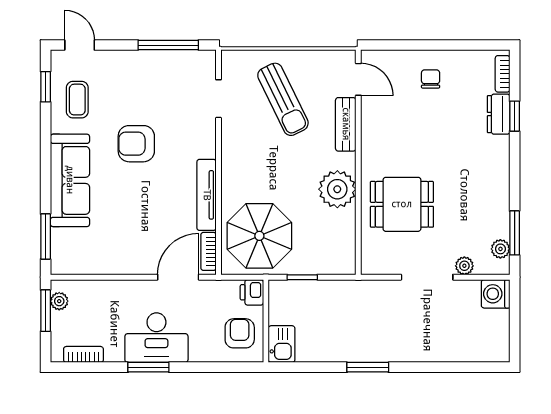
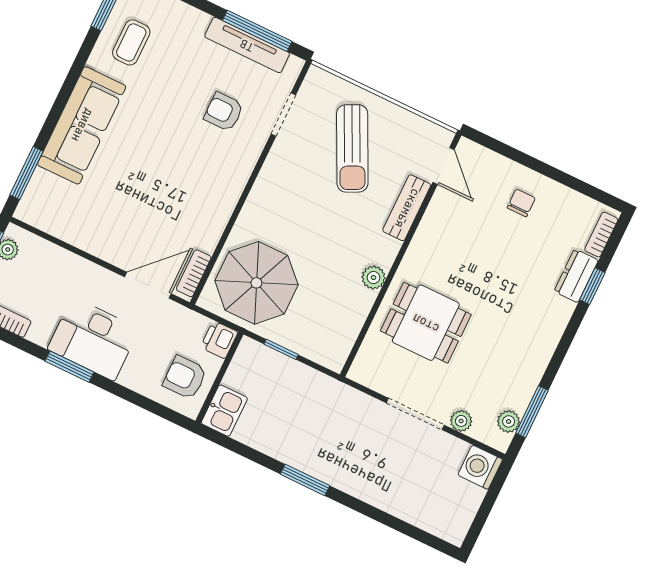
armchair: (136, 144) -> (224, 112), moved, width x0.72, depth x0.72
plant: (337, 189) -> (373, 278), width x0.53, depth x0.53
tv unit: (207, 195) -> (247, 45), moved, turned -90
armchair: (240, 333) -> (185, 377), turned -90

